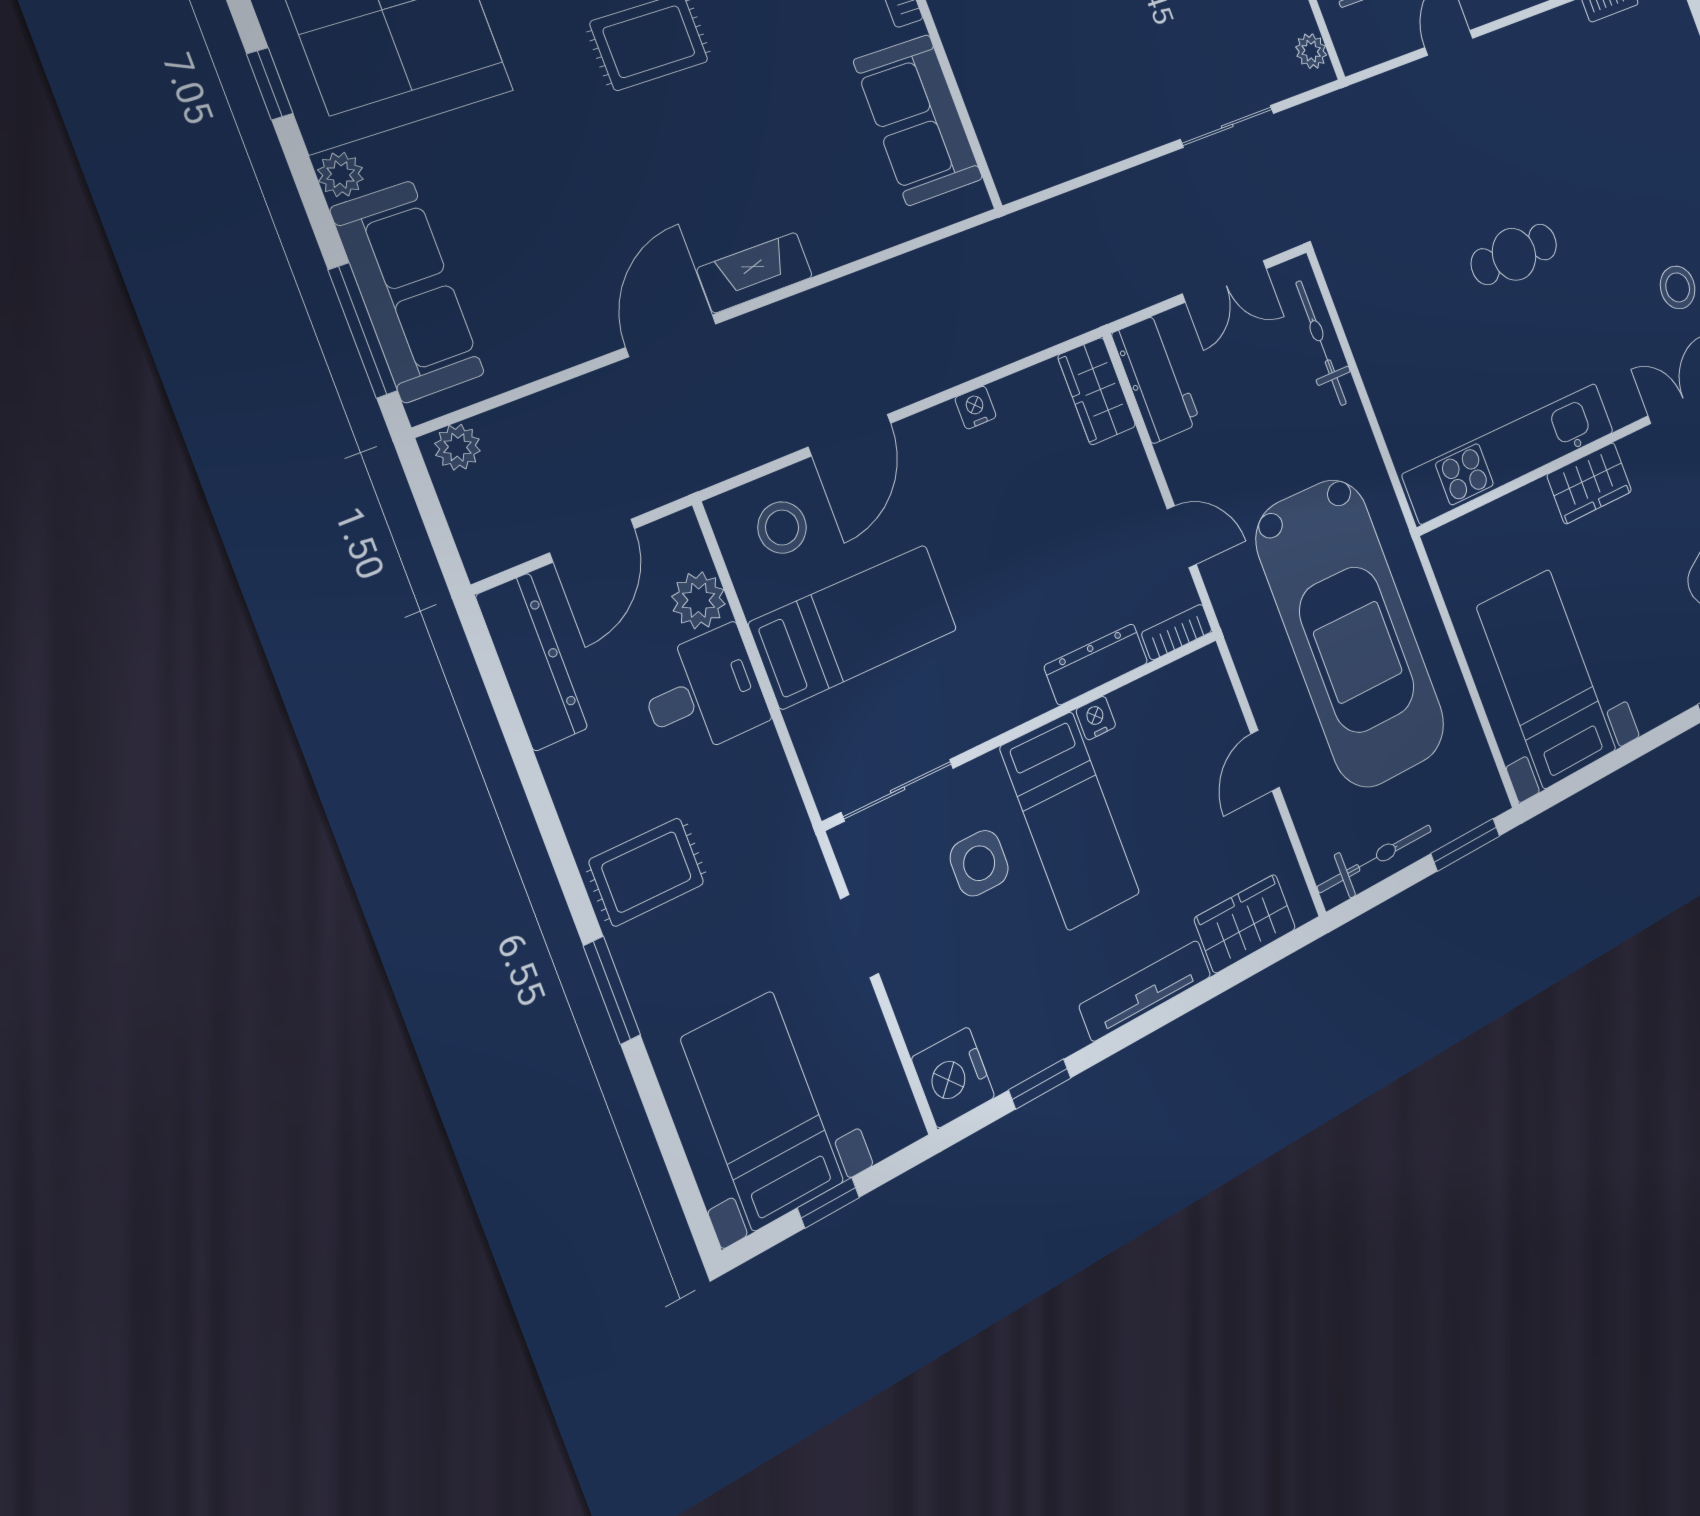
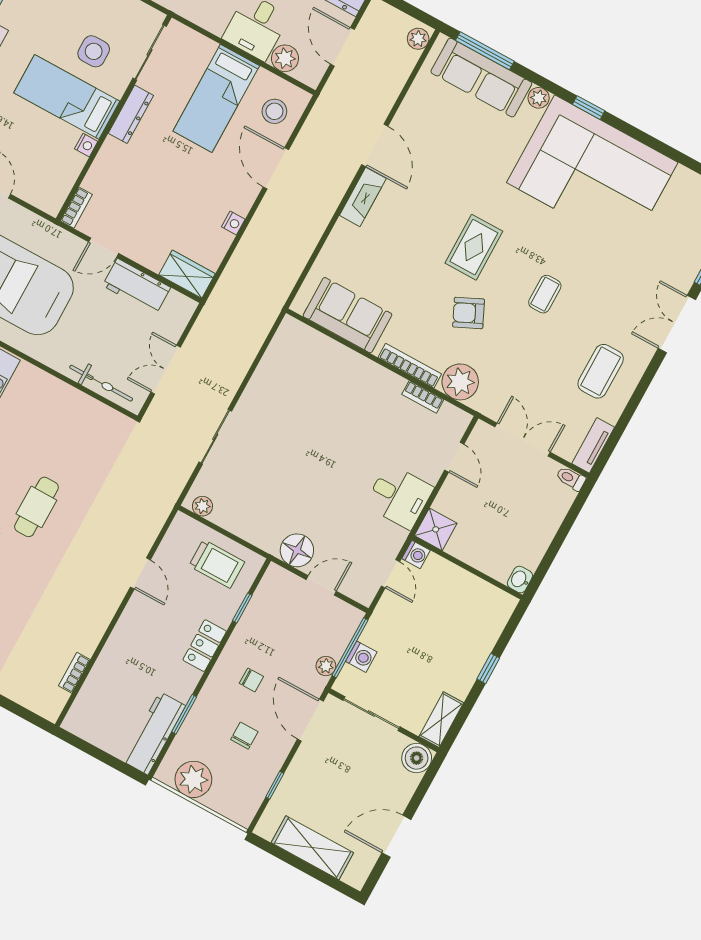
workbench: (1156, 378) -> (136, 286), moved
dresser: (1096, 664) -> (131, 114), moved

